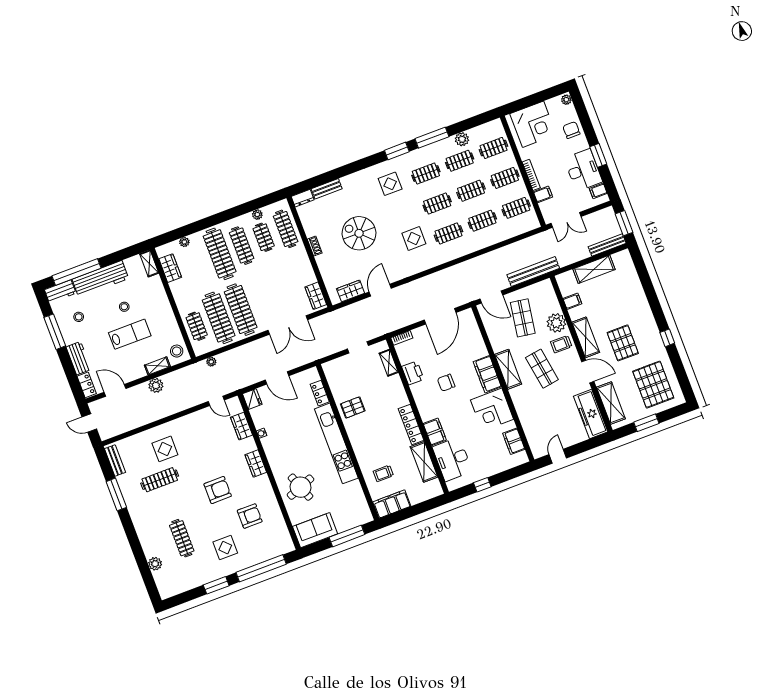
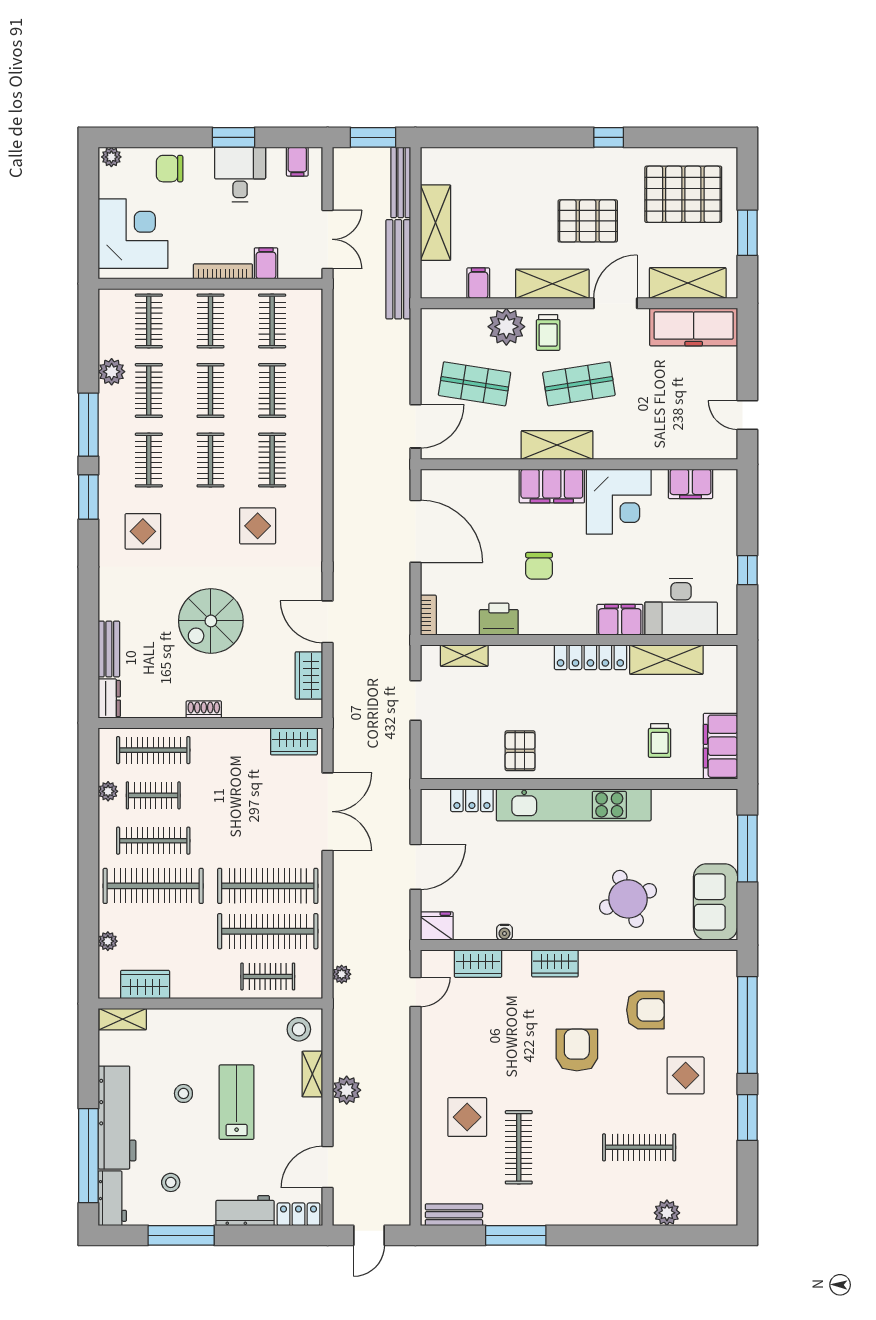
desk: (583, 170) -> (240, 175), width x0.73
bench: (533, 272) -> (398, 269), moved
armchair: (250, 516) -> (645, 1010), turned 90

